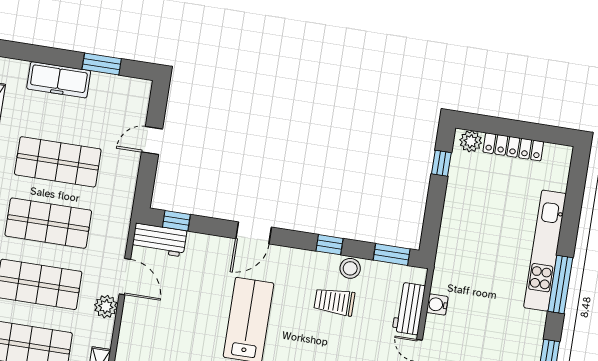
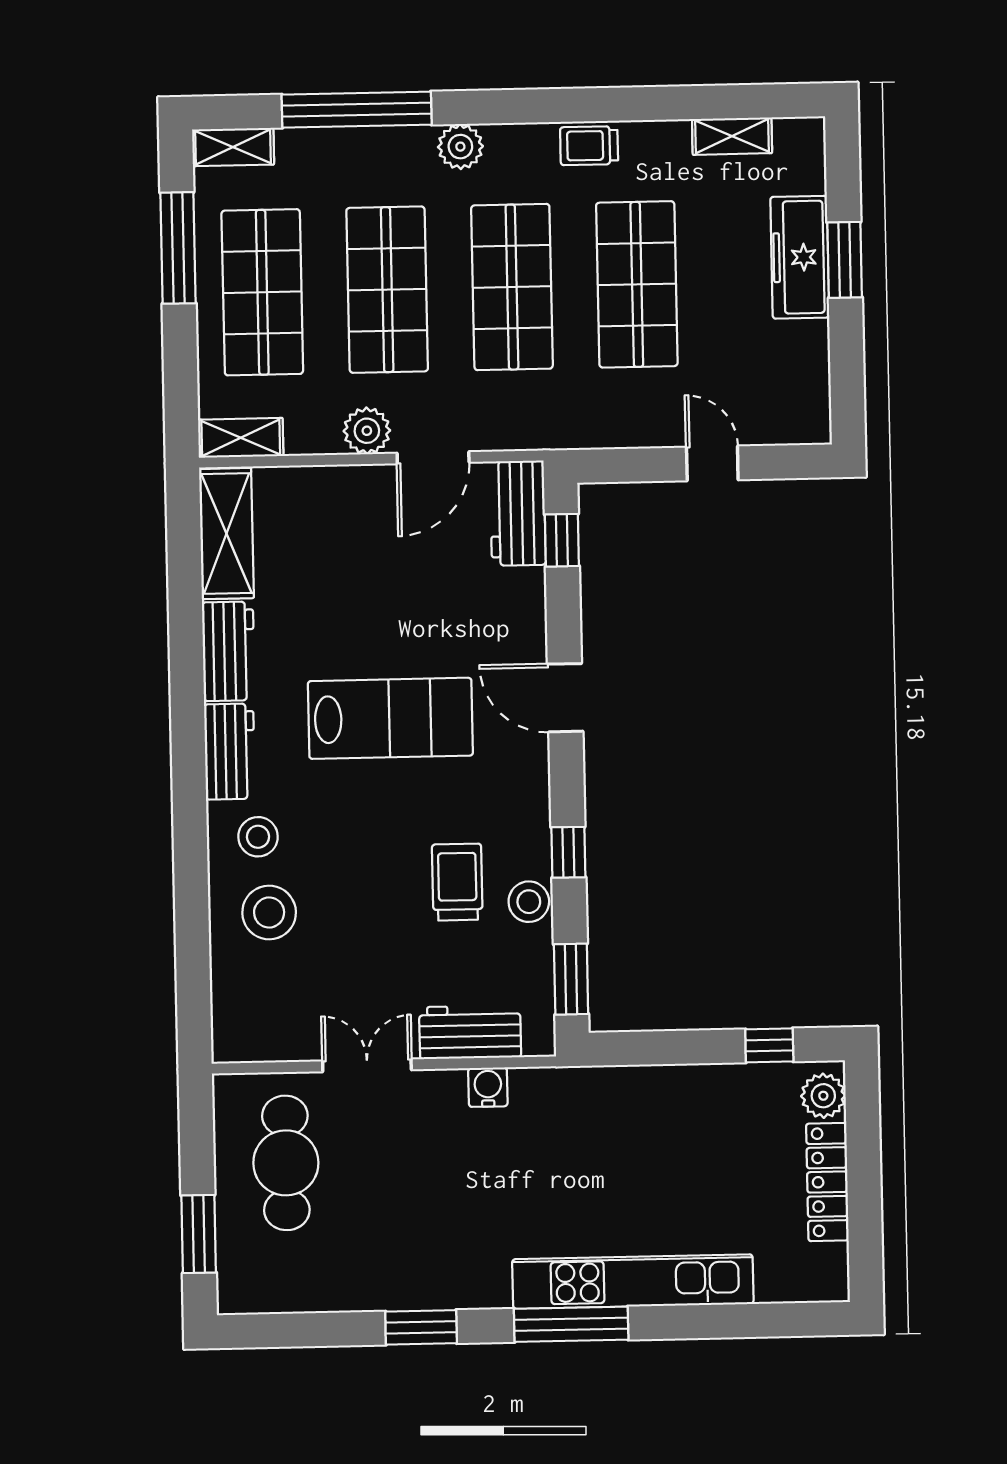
window: (102, 64) -> (845, 260), moved

